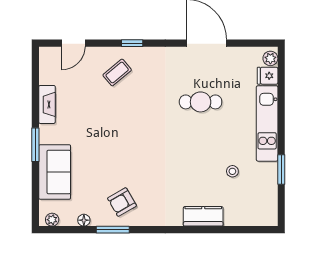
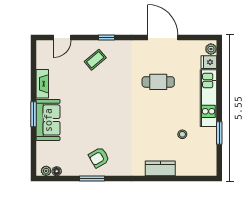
sofa: (55, 172) -> (48, 120), moved
floor lamp: (84, 220) -> (57, 171), moved

